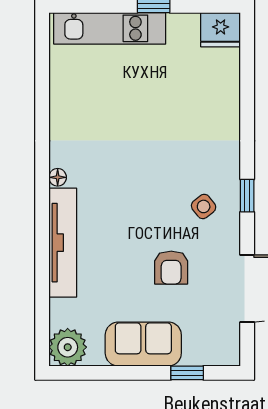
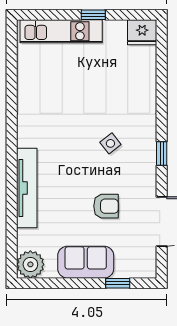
floor lamp: (58, 177) -> (23, 140), removed
side table: (204, 206) -> (110, 143), moved
armchair: (171, 268) -> (106, 206), turned -90

